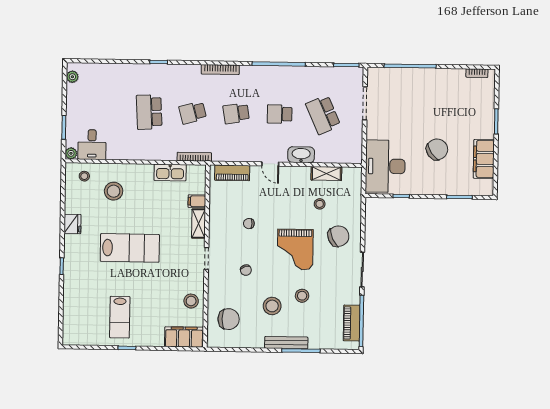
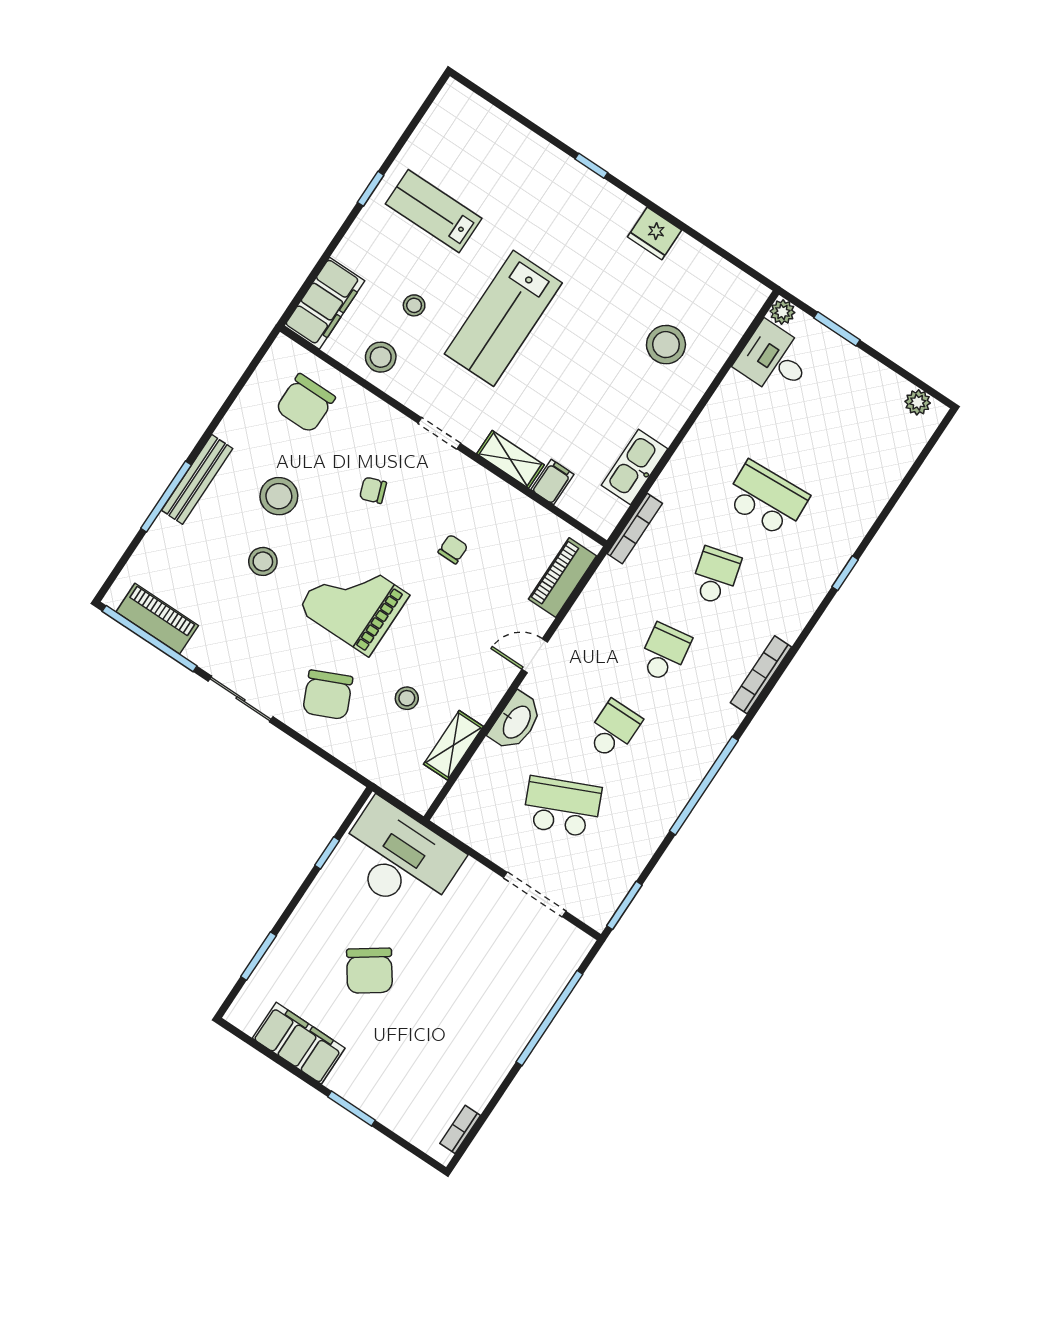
stool: (84, 176) -> (414, 305), moved
lab bench: (130, 248) -> (503, 318), moved

